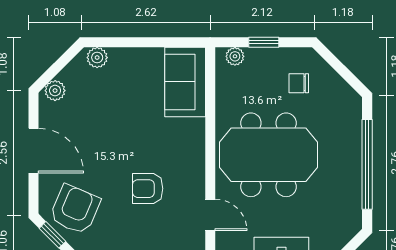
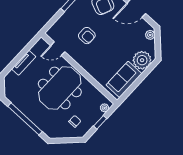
plant: (97, 58) -> (142, 60), width x1.87, depth x1.87
sofa: (185, 82) -> (124, 79), moved, turned -90
armchair: (148, 189) -> (87, 36), turned 90

